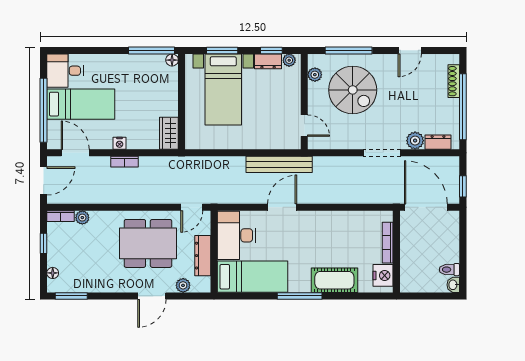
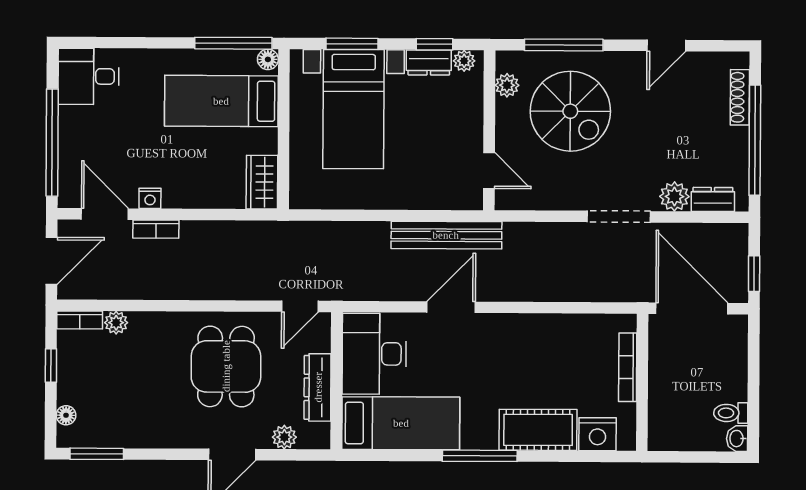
bed: (81, 104) -> (221, 101), moved, turned 180
nightstand: (120, 143) -> (150, 198), moved
bookcase: (124, 162) -> (156, 229), moved
dining table: (148, 243) -> (226, 366), width x0.73
nightstand: (383, 275) -> (597, 434), moved, turned 90

